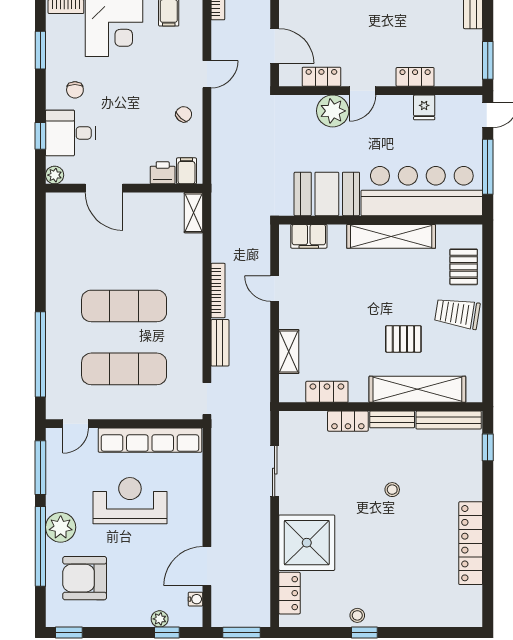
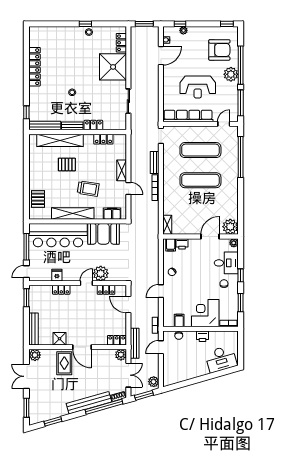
window: (40, 136) -> (241, 275), moved
door: (104, 188) -> (210, 237), hinge flipped
plant: (62, 209) -> (230, 227), added
trolley: (457, 313) -> (88, 189), moved
shelving: (289, 352) -> (122, 170), moved

